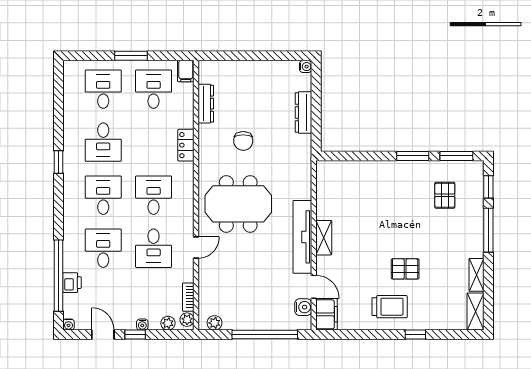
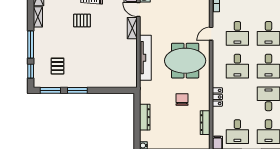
tv unit: (302, 237) -> (145, 58), moved
shelving: (324, 238) -> (132, 28), moved
desk: (154, 248) -> (237, 33), turned 180

